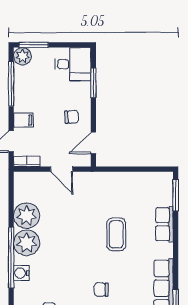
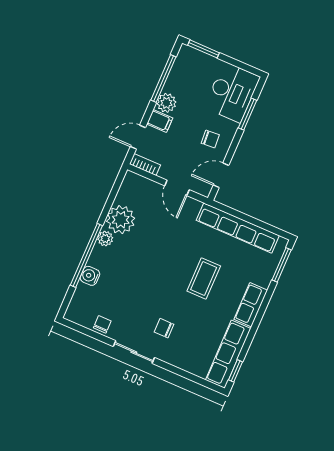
plant: (22, 56) -> (166, 103), moved
desk: (73, 64) -> (232, 92), width x1.37
row of seats: (126, 180) -> (238, 228), added
row of seats: (164, 224) -> (251, 305), moved
plant: (27, 243) -> (105, 239), width x0.53, depth x0.53

